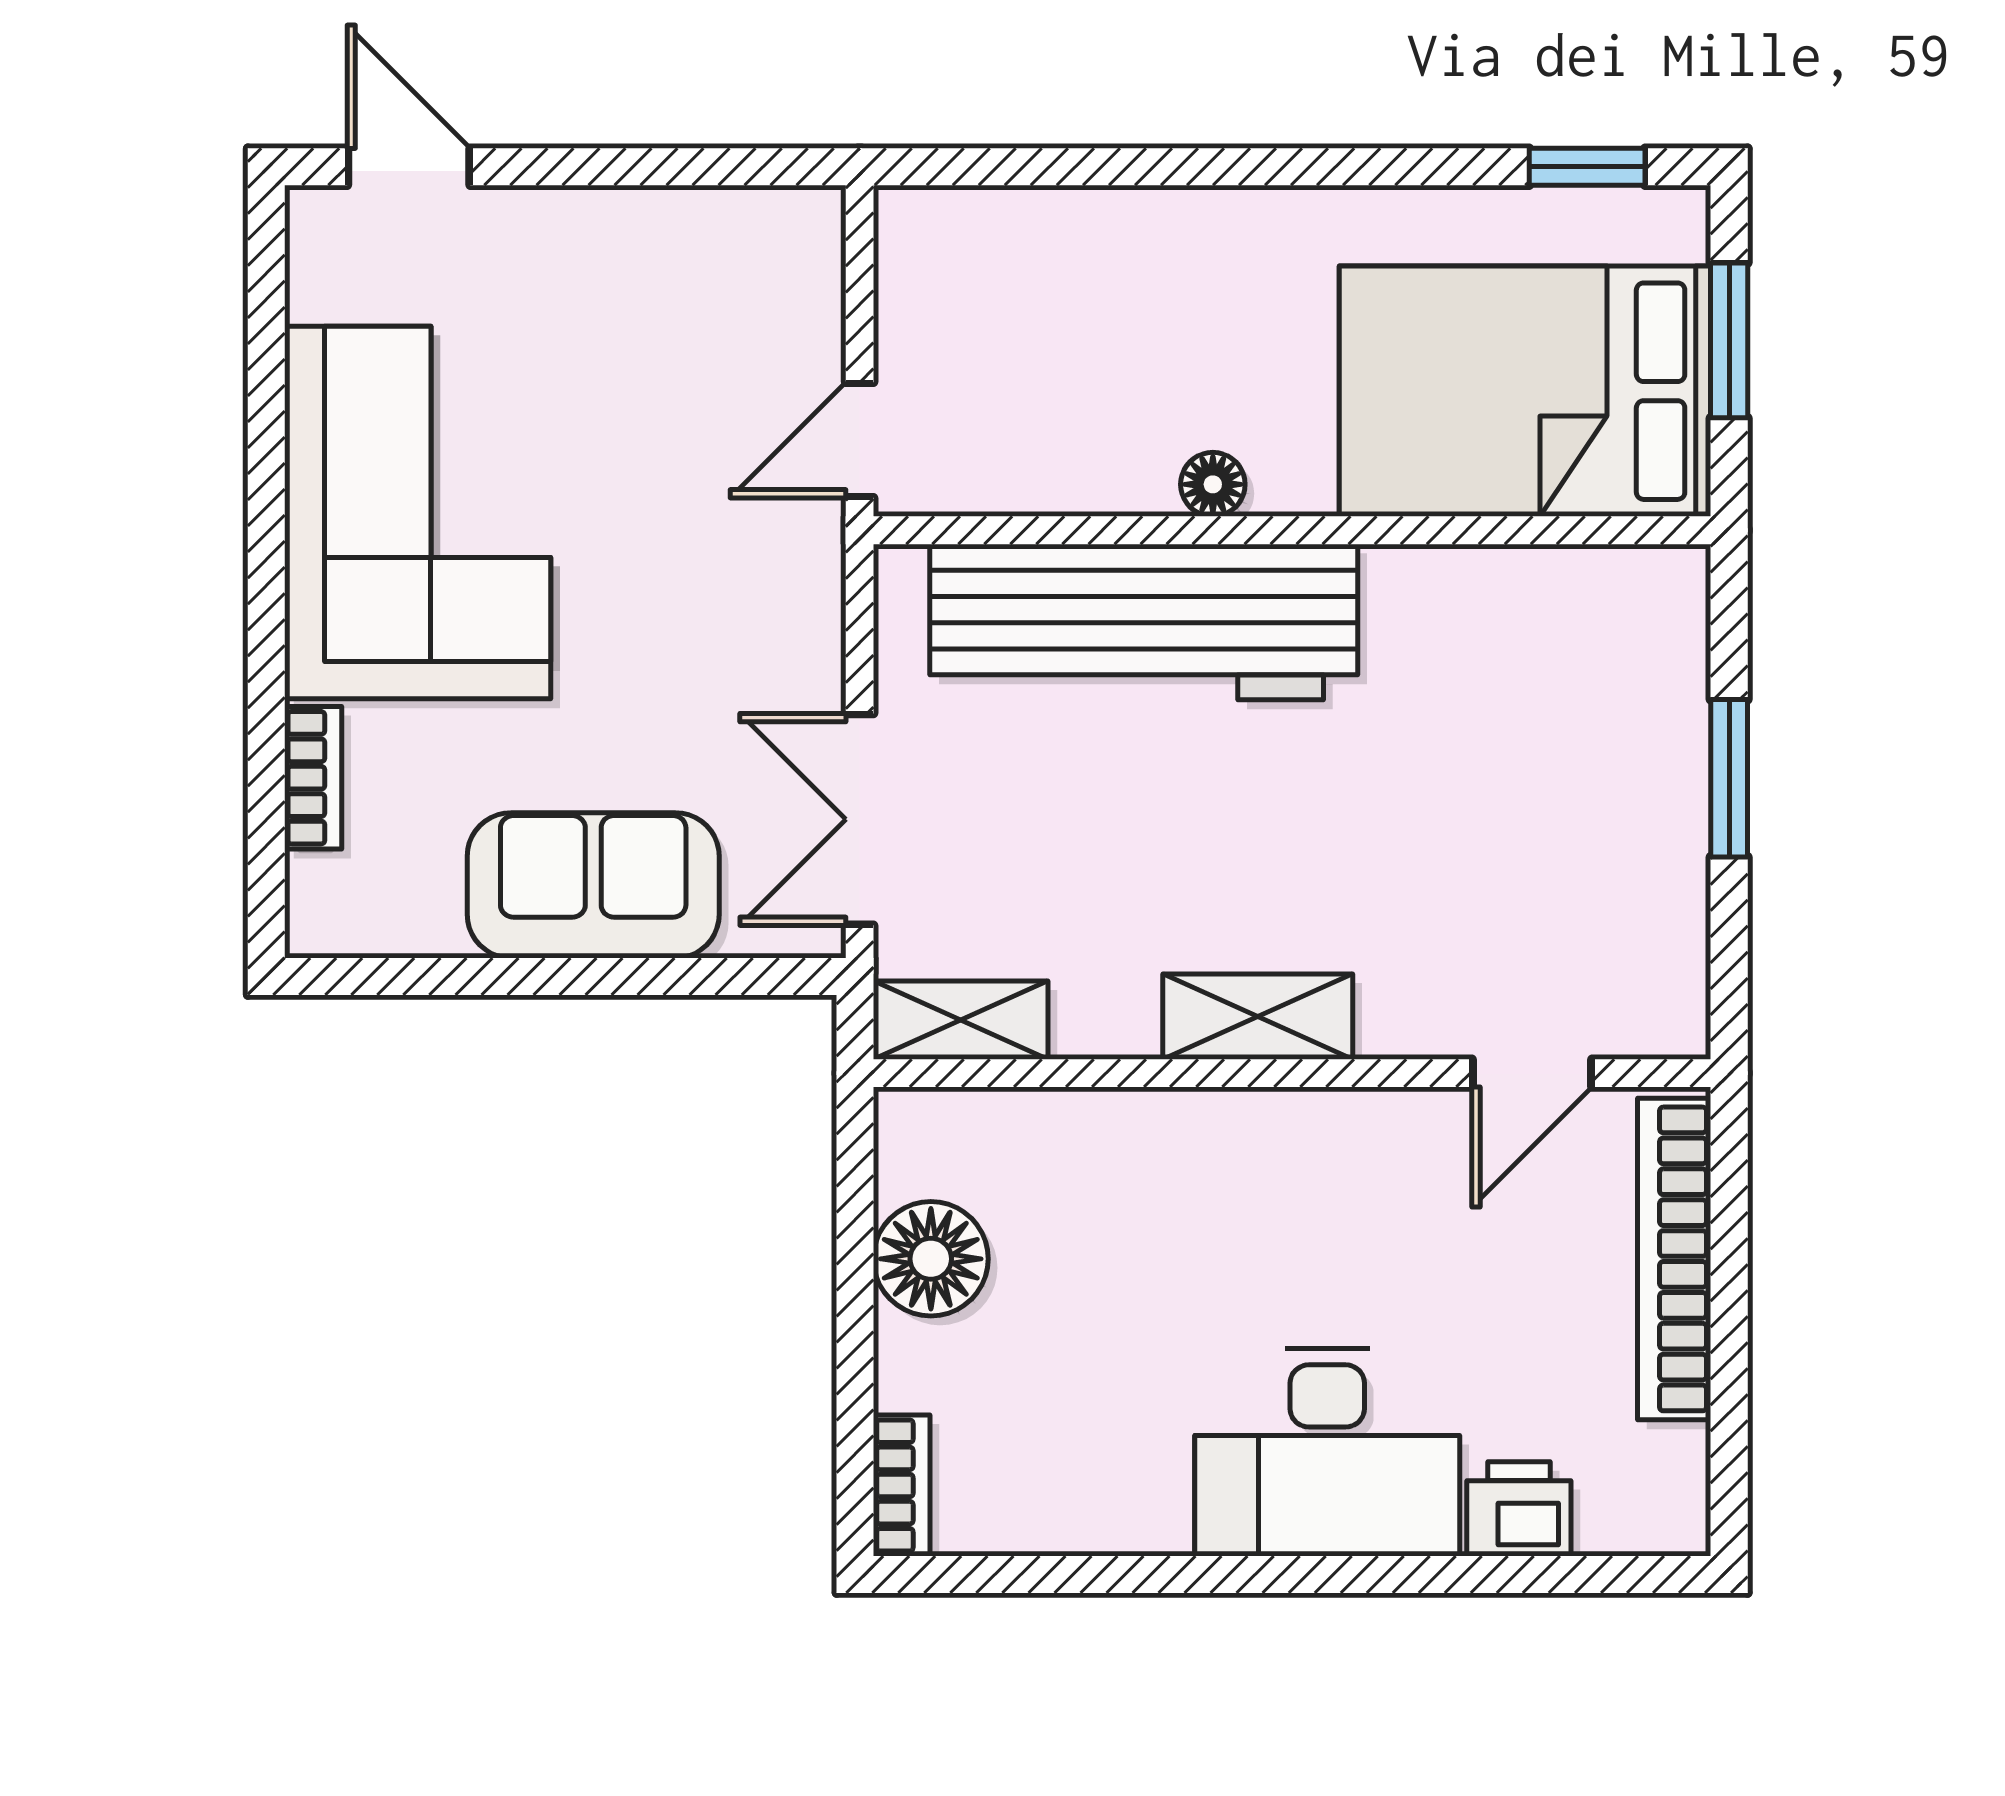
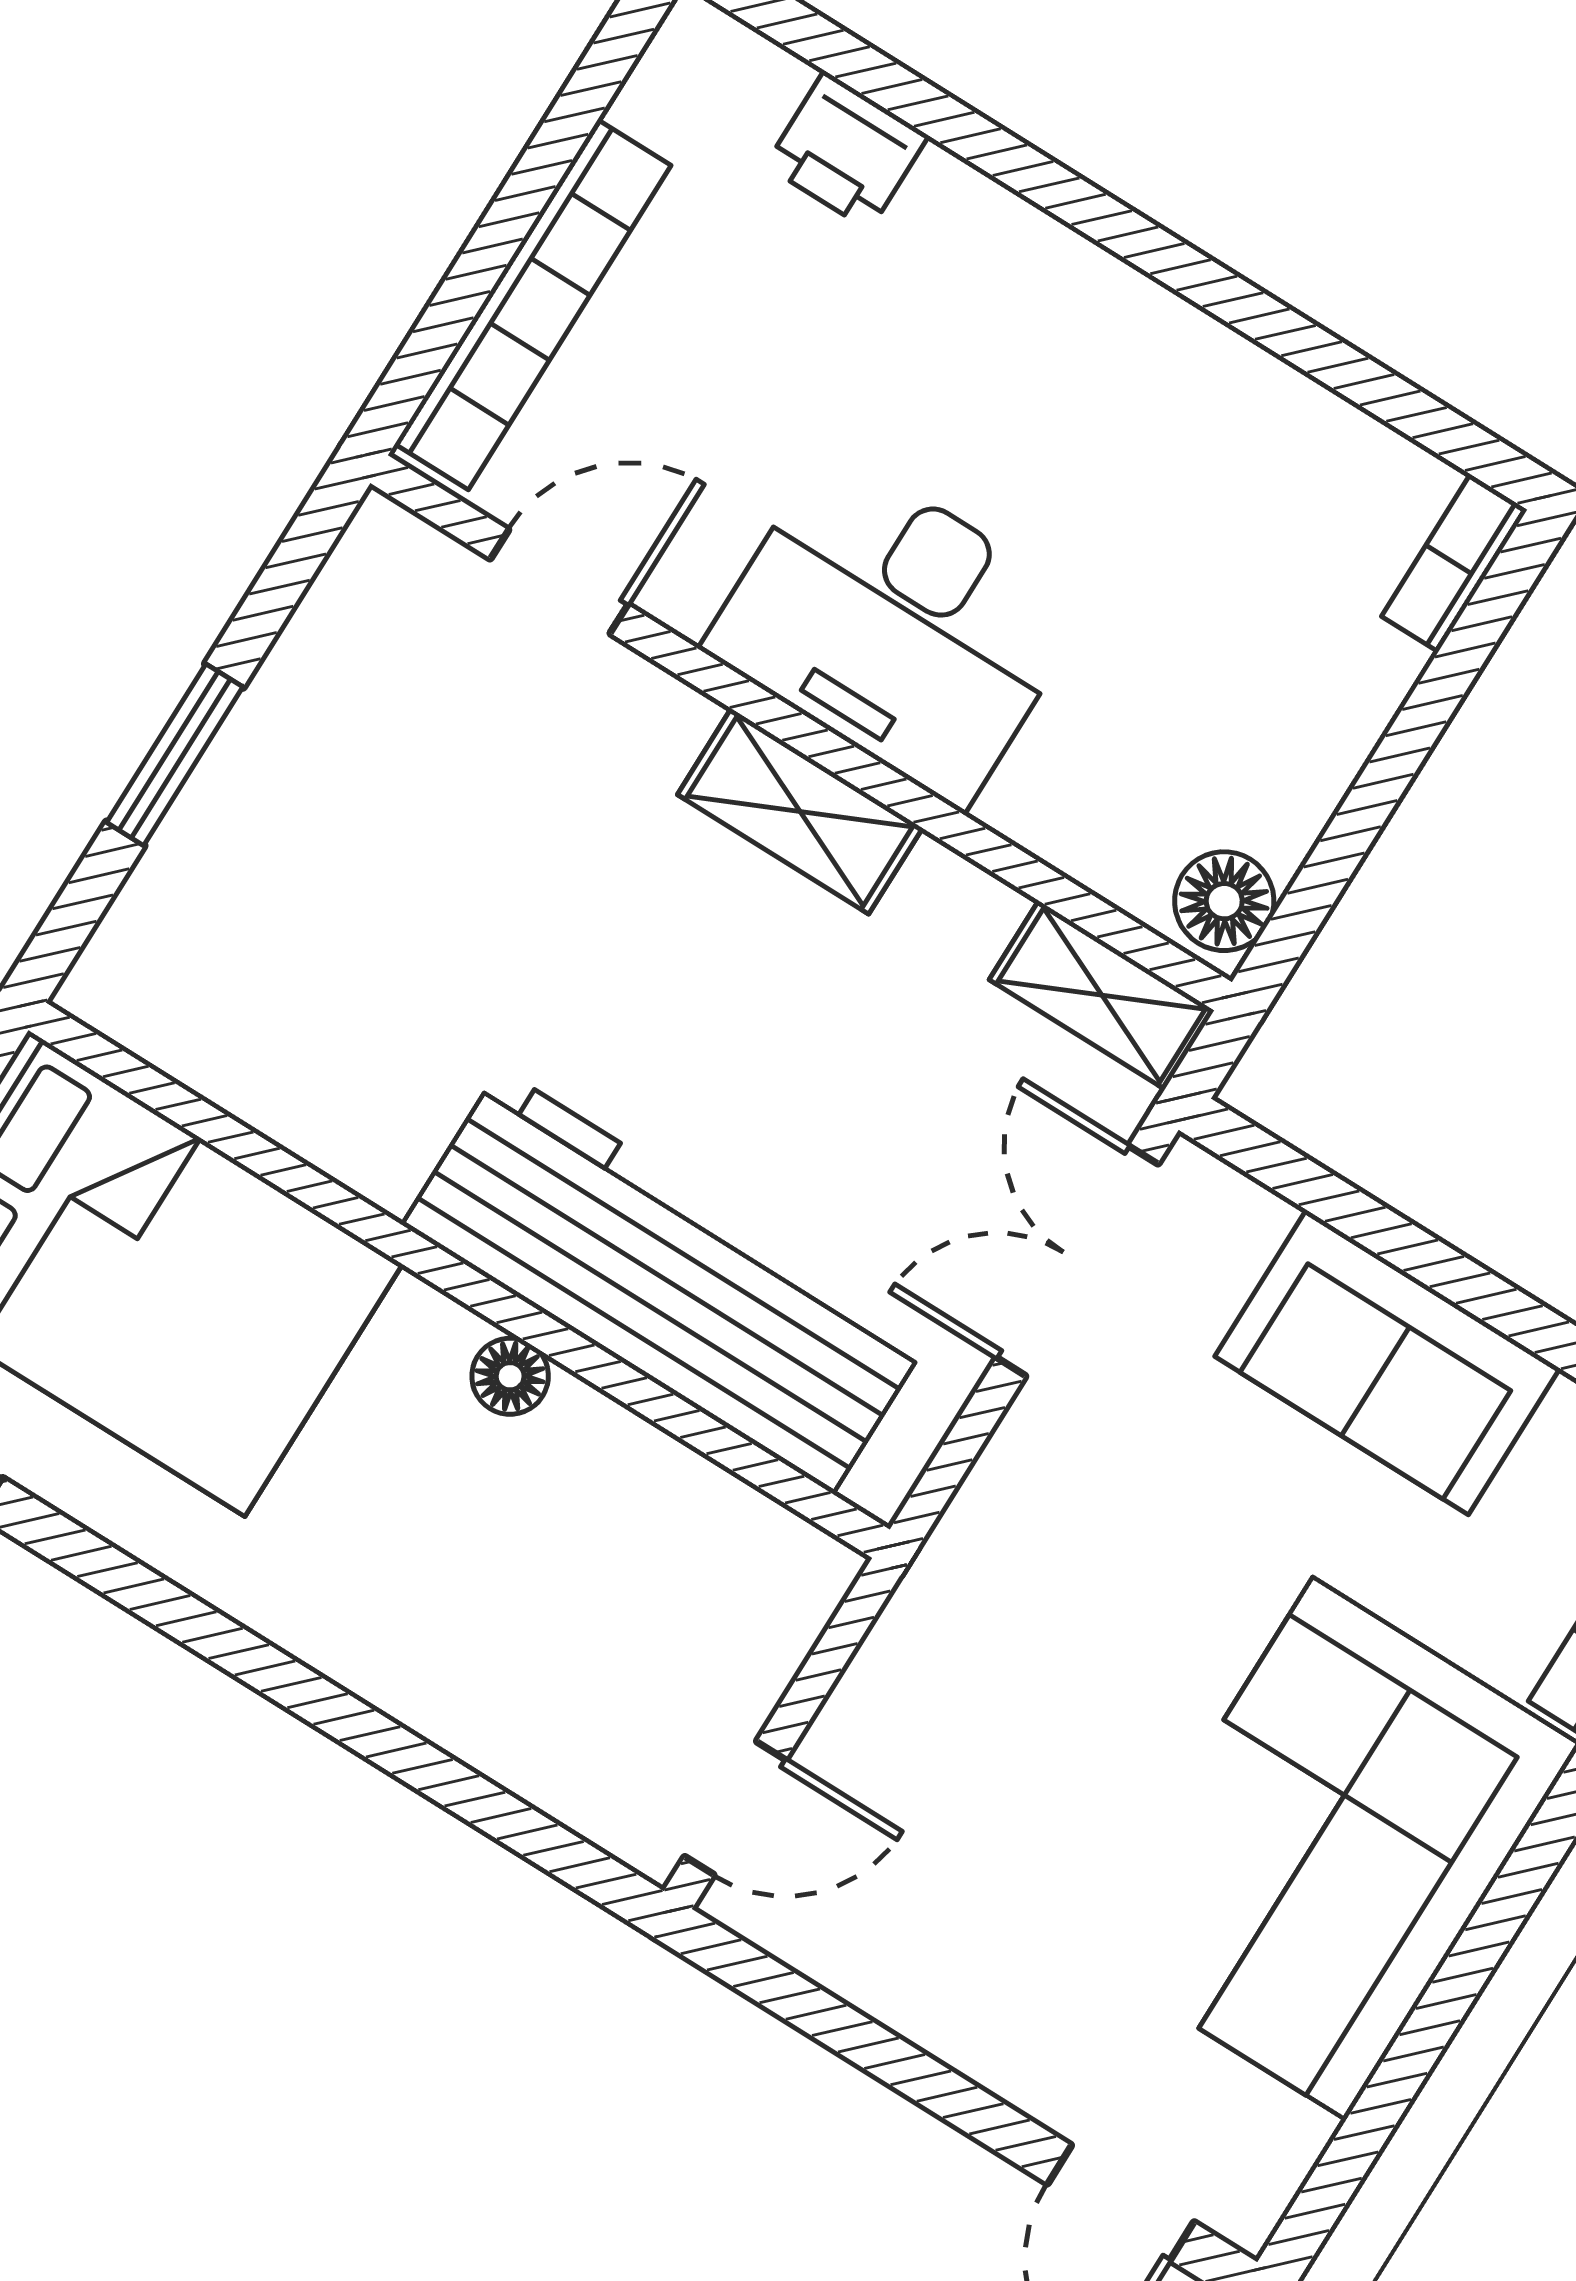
door: (860, 440) -> (735, 1808), moved
double door: (860, 819) -> (1077, 1261), swing flipped
floor lamp: (931, 1259) -> (1224, 901), moved, width x0.73, depth x0.73
desk: (1327, 1452) -> (896, 627), moved, turned 180

